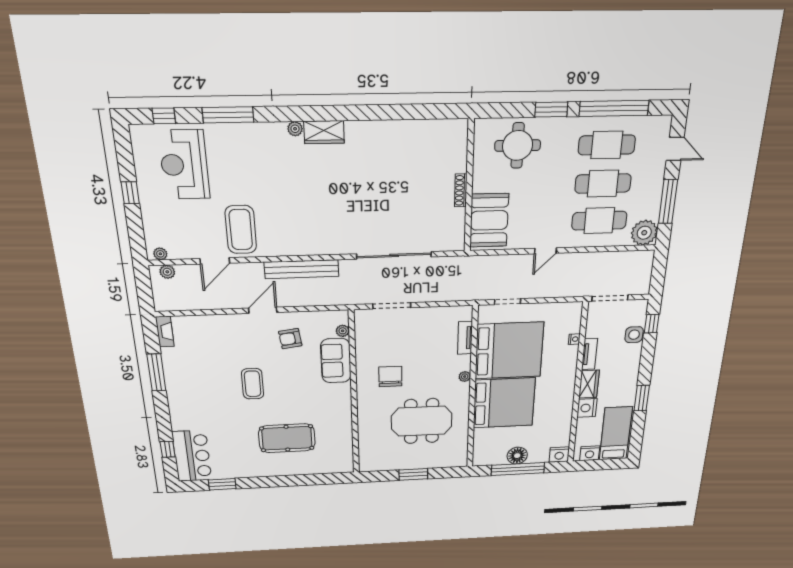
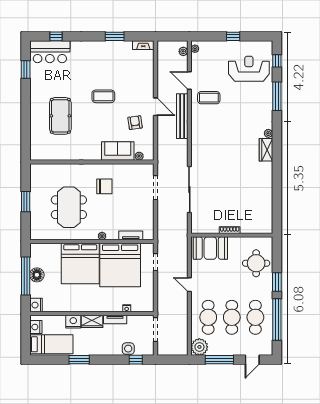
coffee table: (241, 230) -> (209, 98), width x0.73, depth x0.76
bench: (302, 269) -> (182, 116), moved
window: (156, 372) -> (115, 36), width x0.69

